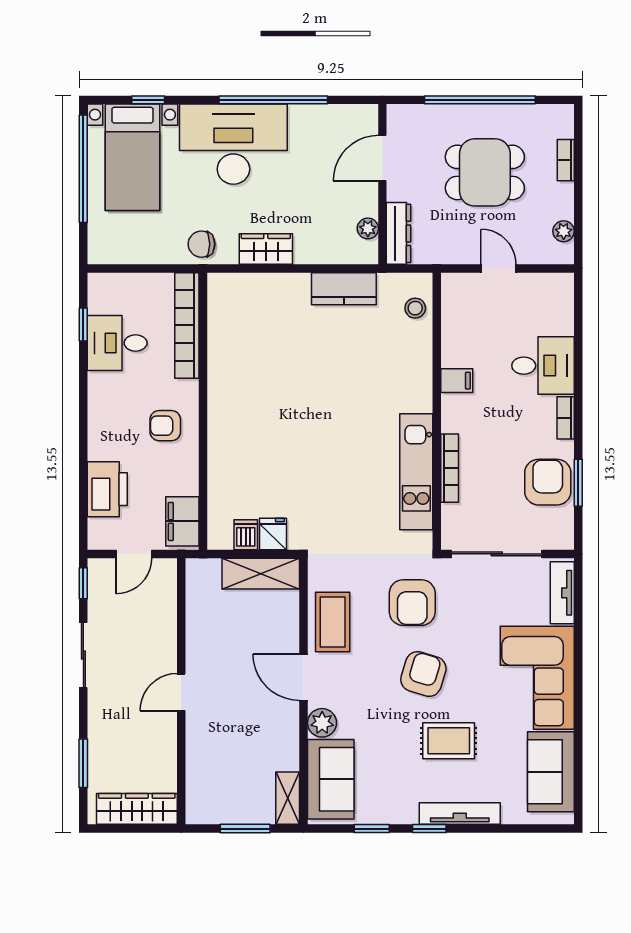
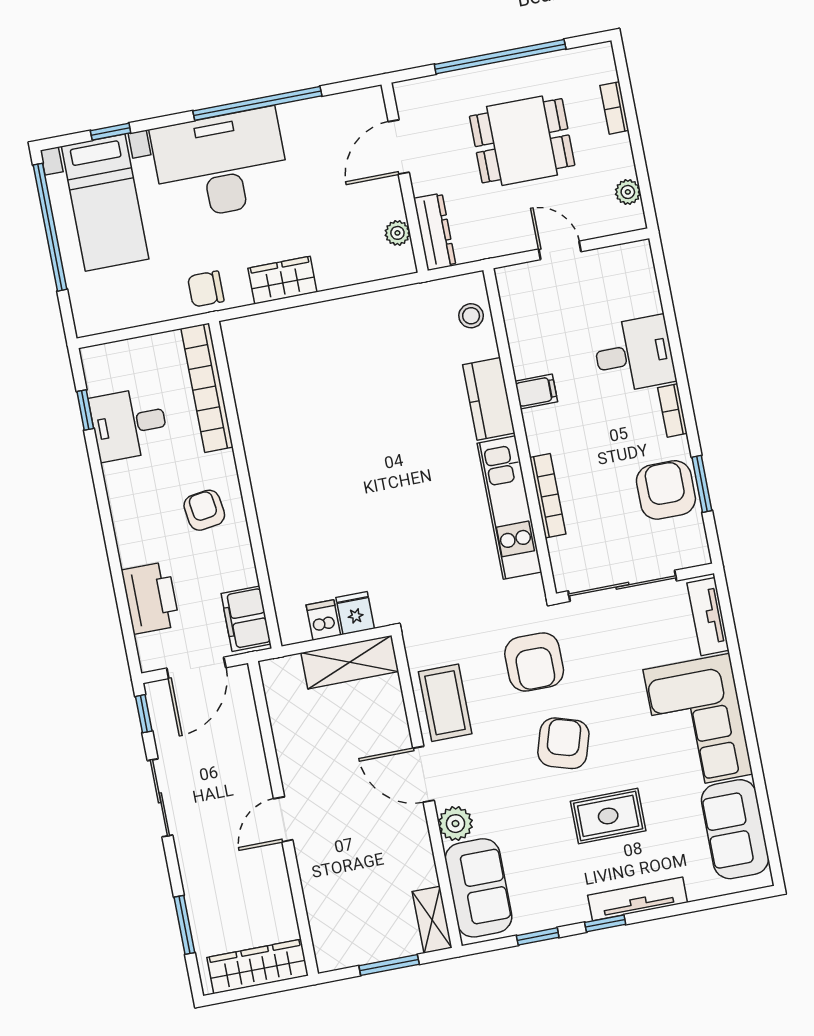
kitchen counter: (344, 289) -> (489, 399), moved, turned 90
armchair: (165, 426) -> (204, 510), turned 82
door: (134, 554) -> (196, 668), width x1.38

